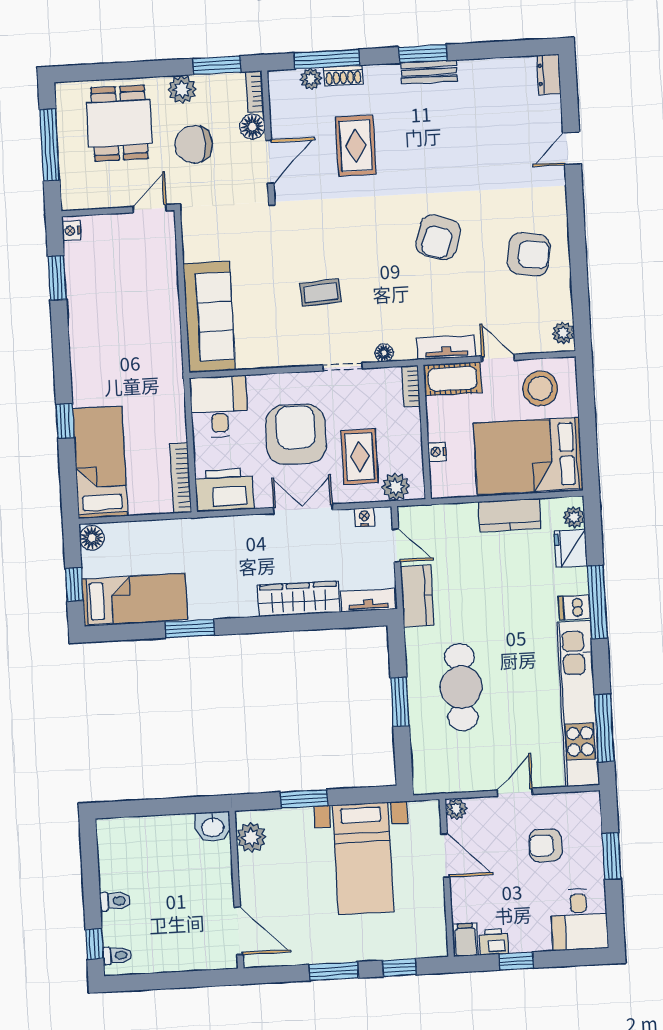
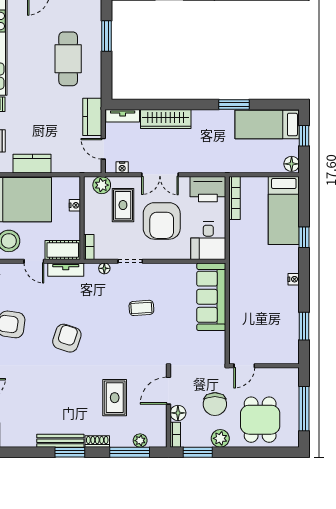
bench: (429, 72) -> (60, 441), width x1.36
shoe rack: (343, 76) -> (97, 441), moved
chair: (194, 144) -> (215, 404), turned 90
nightstand: (71, 231) -> (294, 279), moved
window: (400, 702) -> (107, 36), moved

